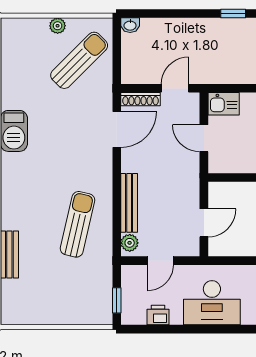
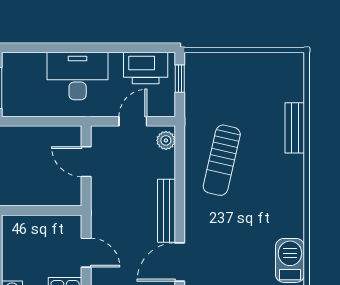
bench: (129, 203) -> (166, 211), moved
door: (204, 223) -> (86, 162), hinge flipped
printer: (158, 315) -> (146, 68), width x1.87, depth x1.48

